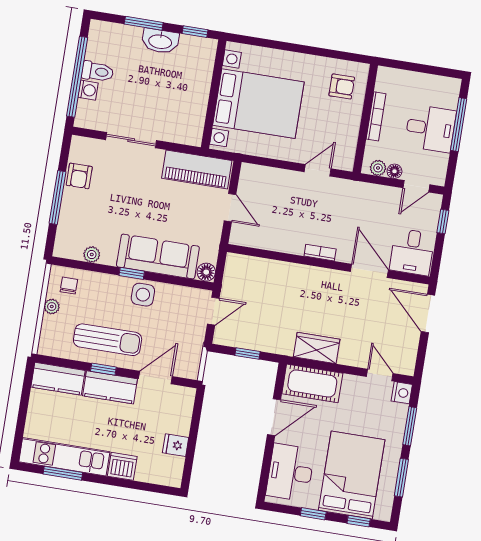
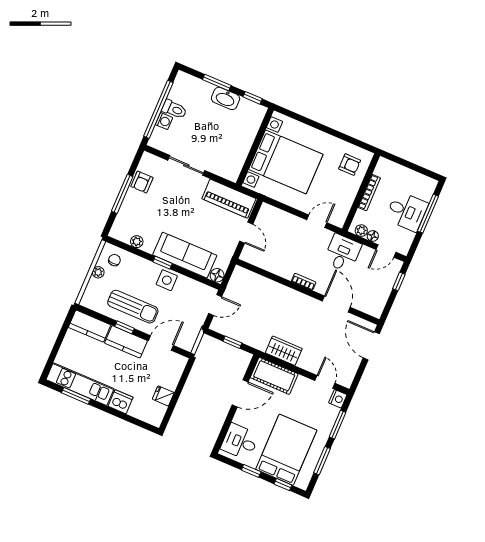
desk: (412, 252) -> (342, 253), moved, turned 180
desk: (290, 472) -> (240, 442), width x0.73

